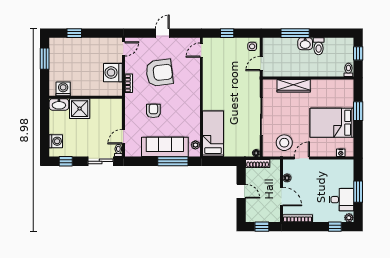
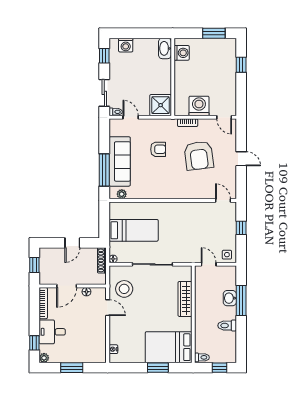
washbasin: (305, 44) -> (230, 298), moved
shower: (80, 109) -> (161, 105), moved
bed: (332, 123) -> (169, 347), moved, turned -90
bed: (213, 134) -> (134, 230), moved
desk: (341, 200) -> (52, 332), moved, turned 90

